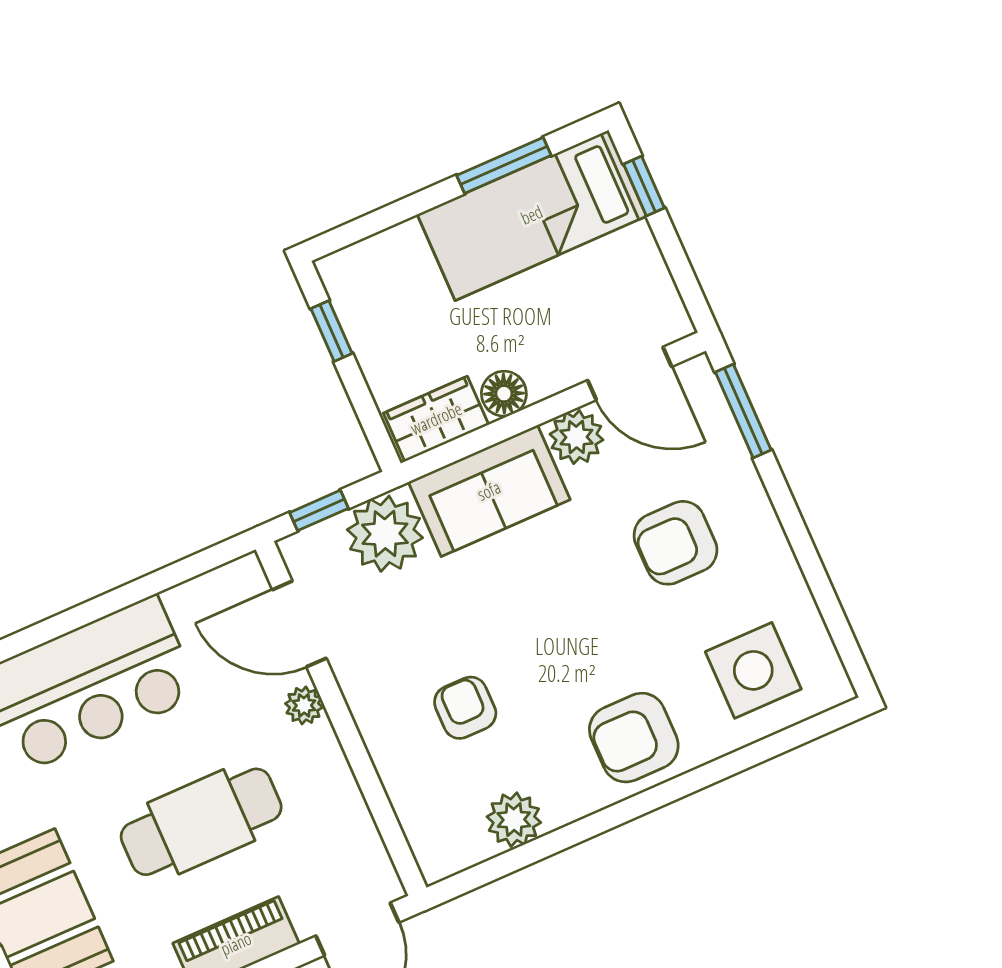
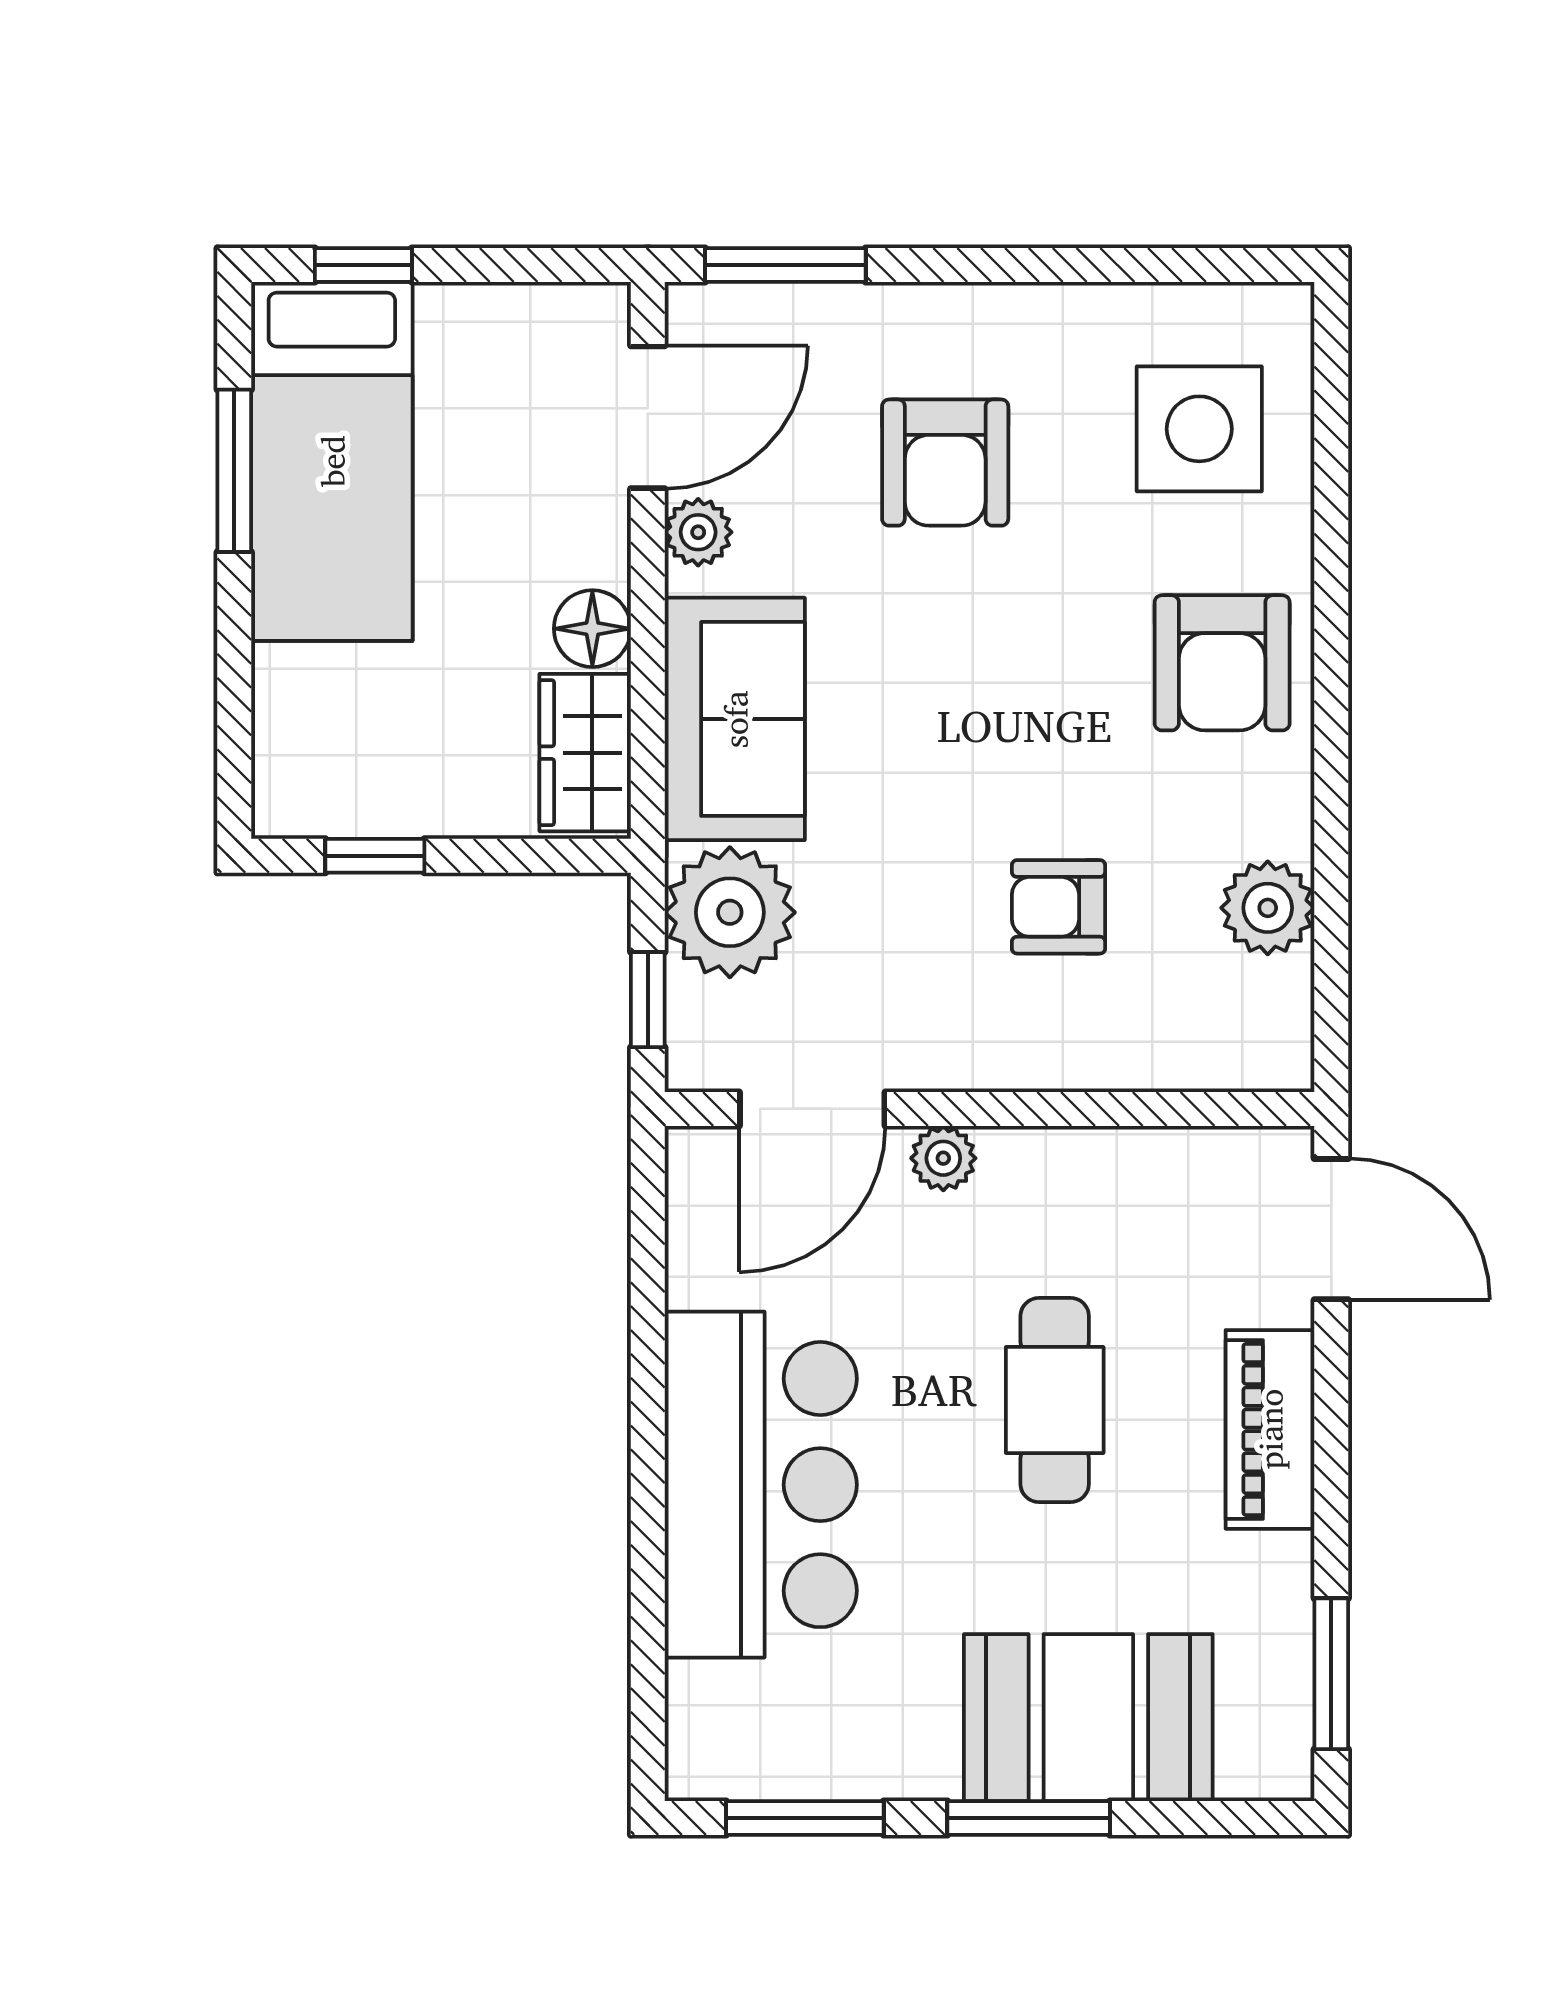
plant: (576, 437) -> (698, 532), width x0.73, depth x0.73
cafe table: (201, 822) -> (1055, 1400), width x0.73, depth x0.74

